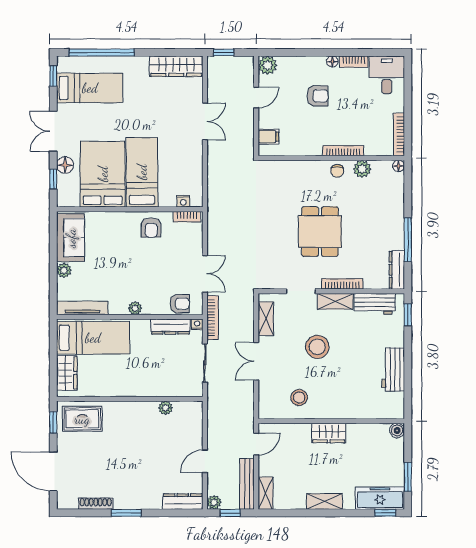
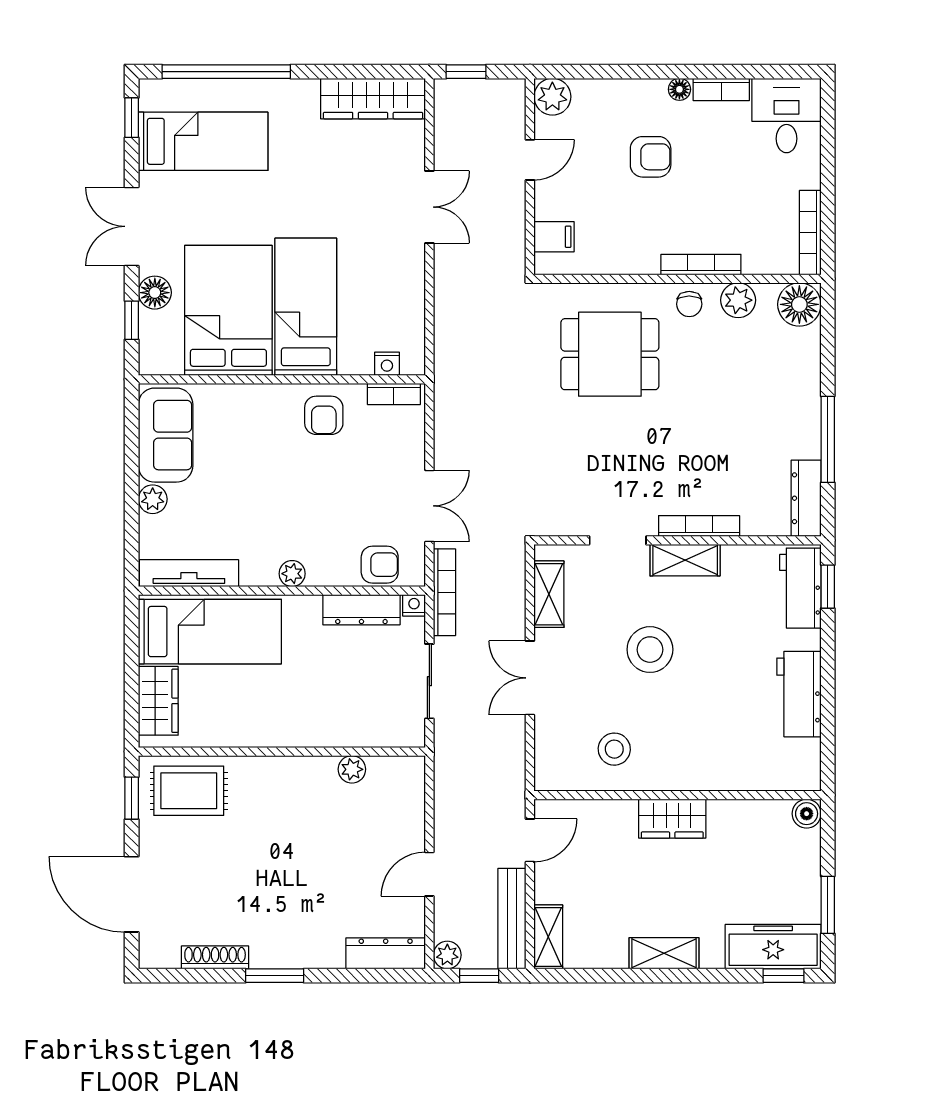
floor lamp: (399, 166) -> (799, 304), width x1.89, depth x1.89
dining table: (320, 232) -> (610, 354), moved, turned 90
workbench: (375, 304) -> (800, 588), moved, turned 90

